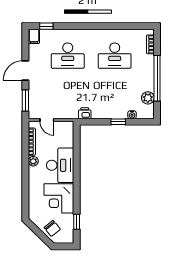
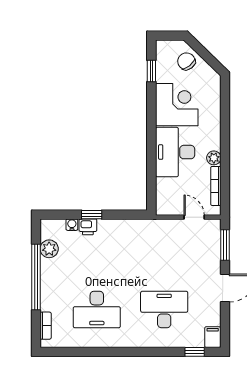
desk: (115, 56) -> (97, 309), turned 180
printer: (85, 113) -> (88, 227), moved

